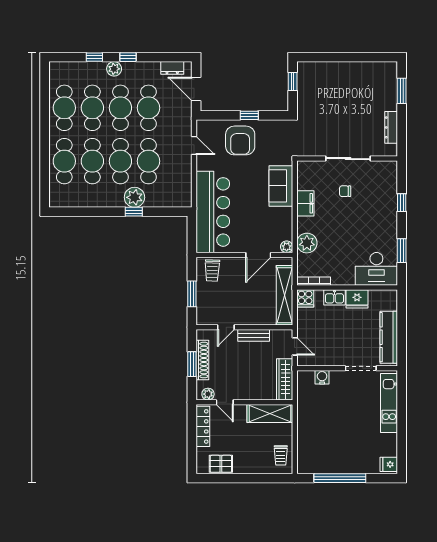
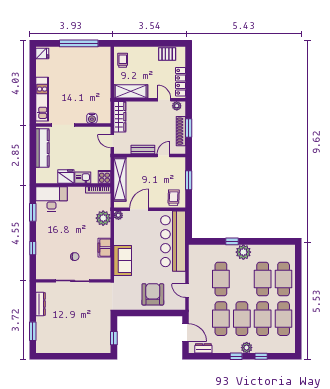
window: (249, 115) -> (146, 313), removed
cafe table: (120, 161) -> (242, 279), removed
plant: (134, 197) -> (243, 252), moved

